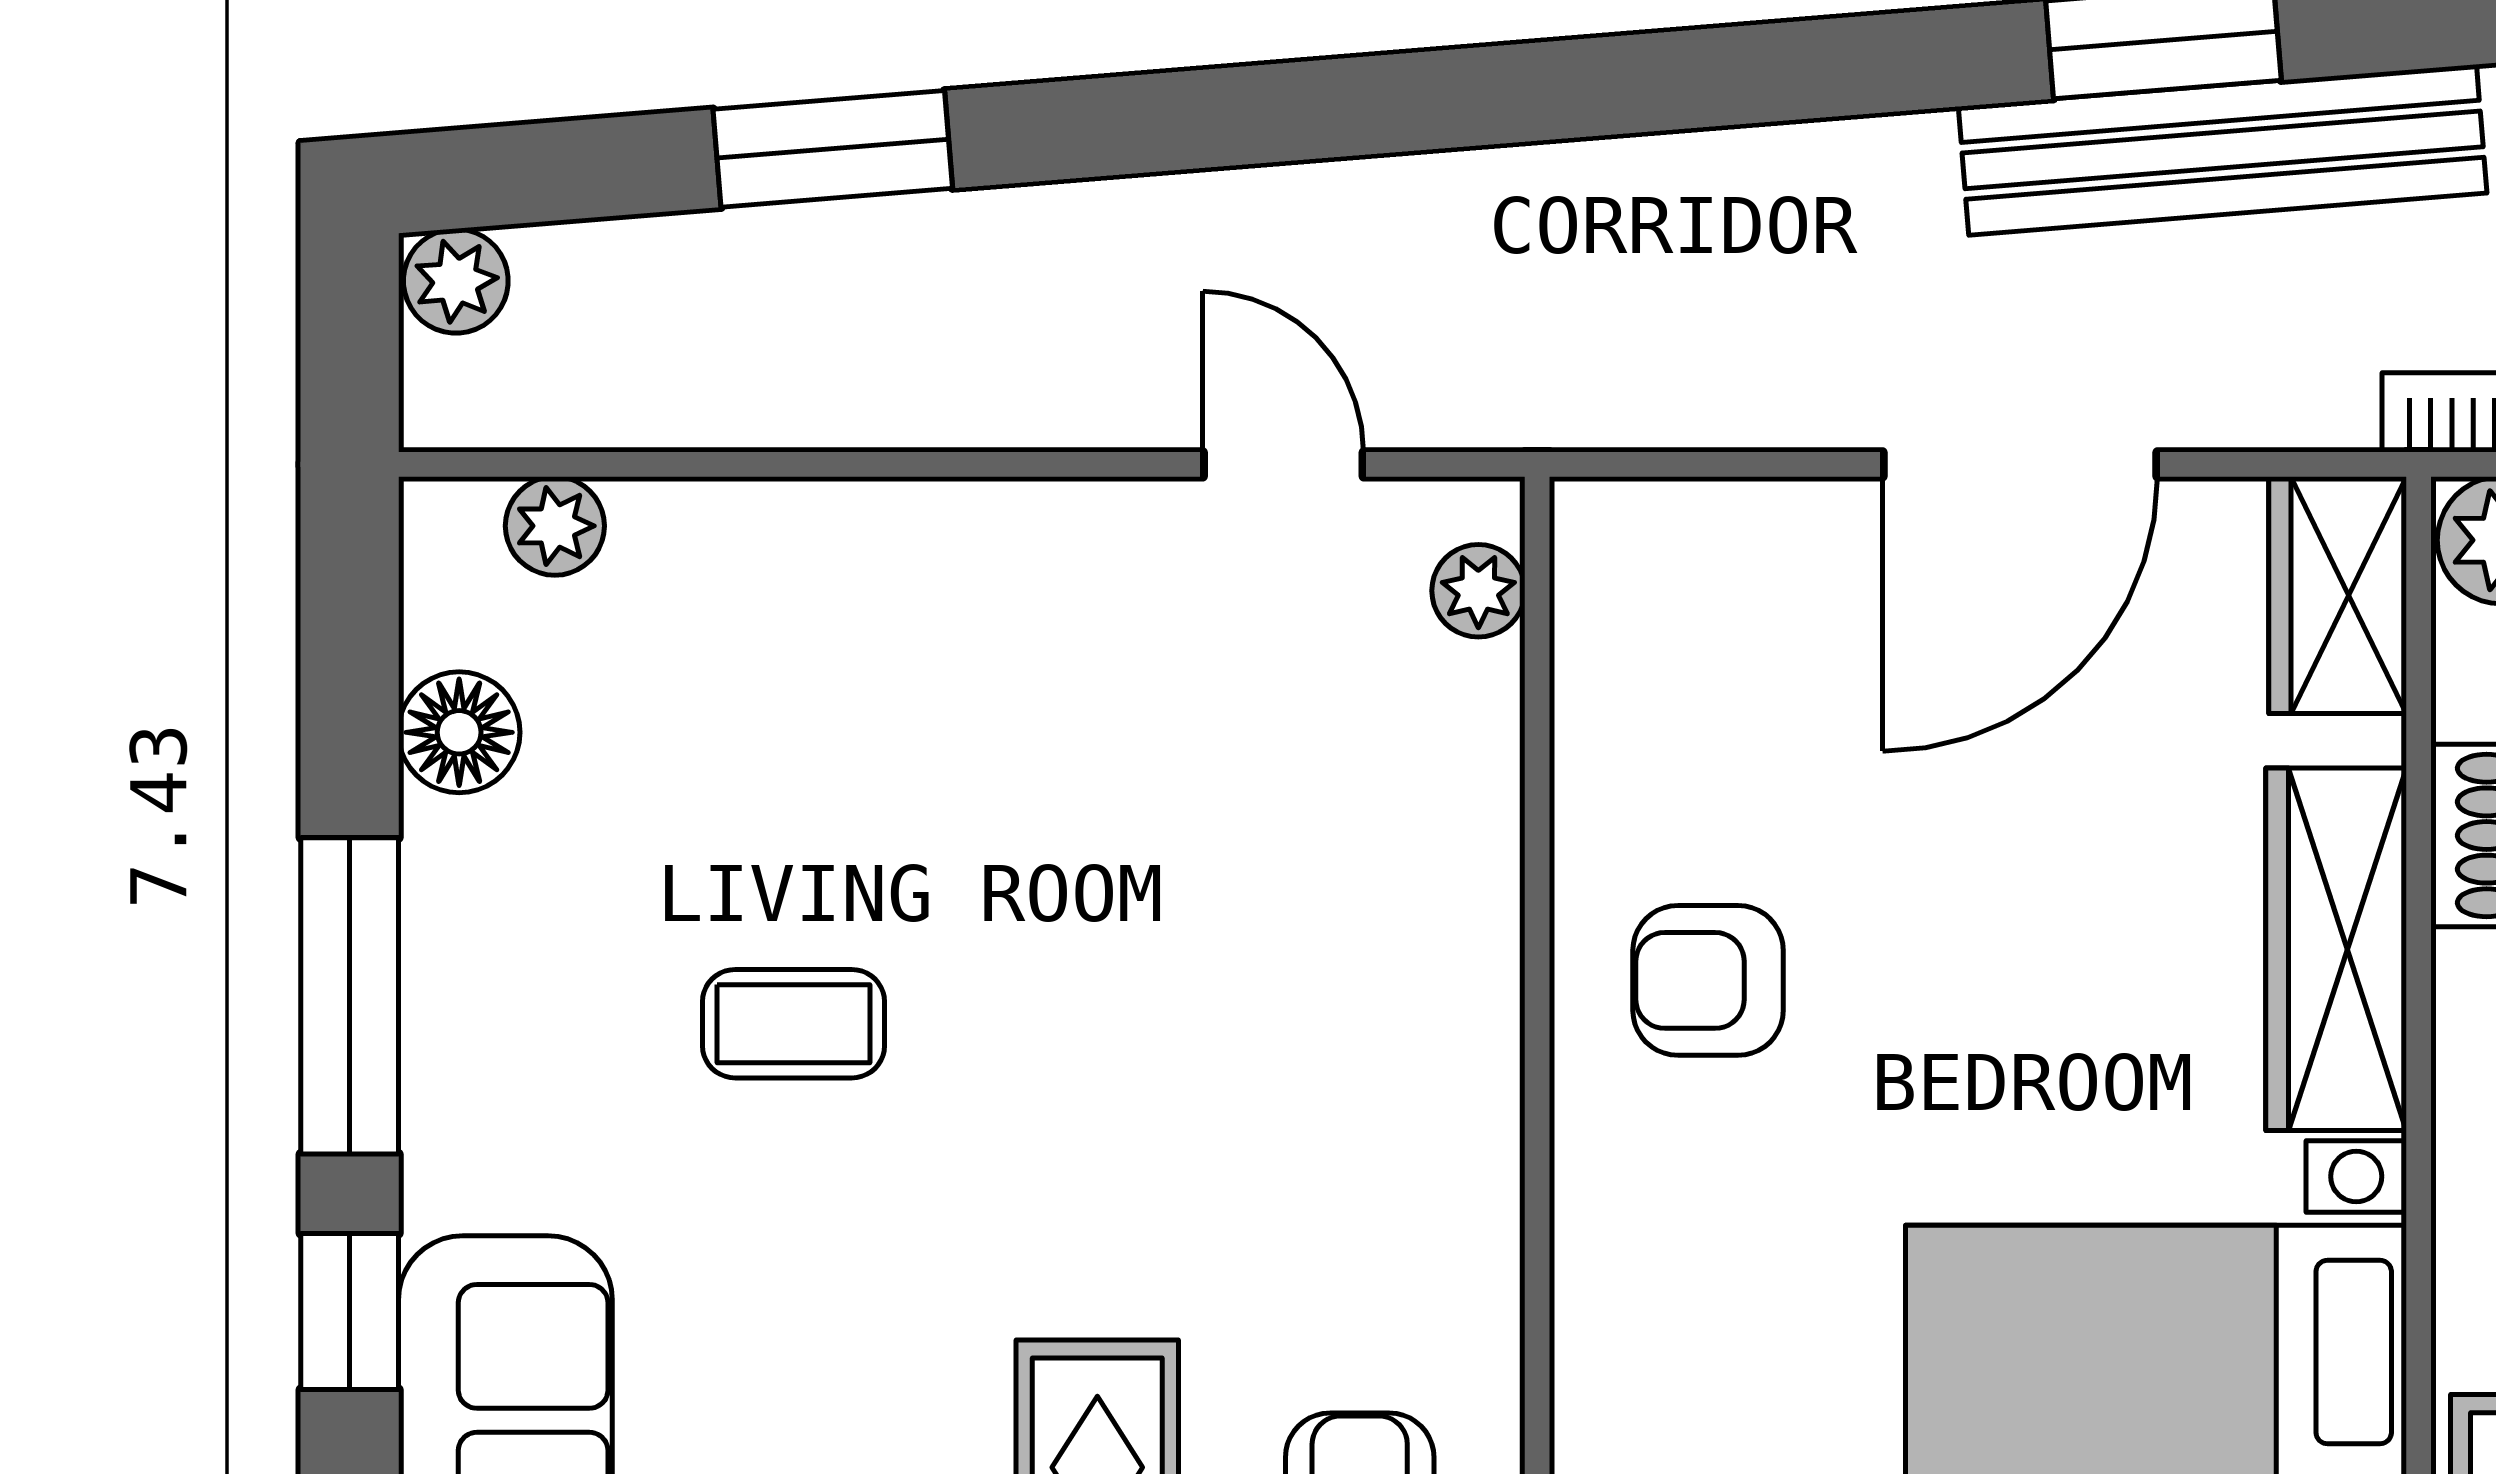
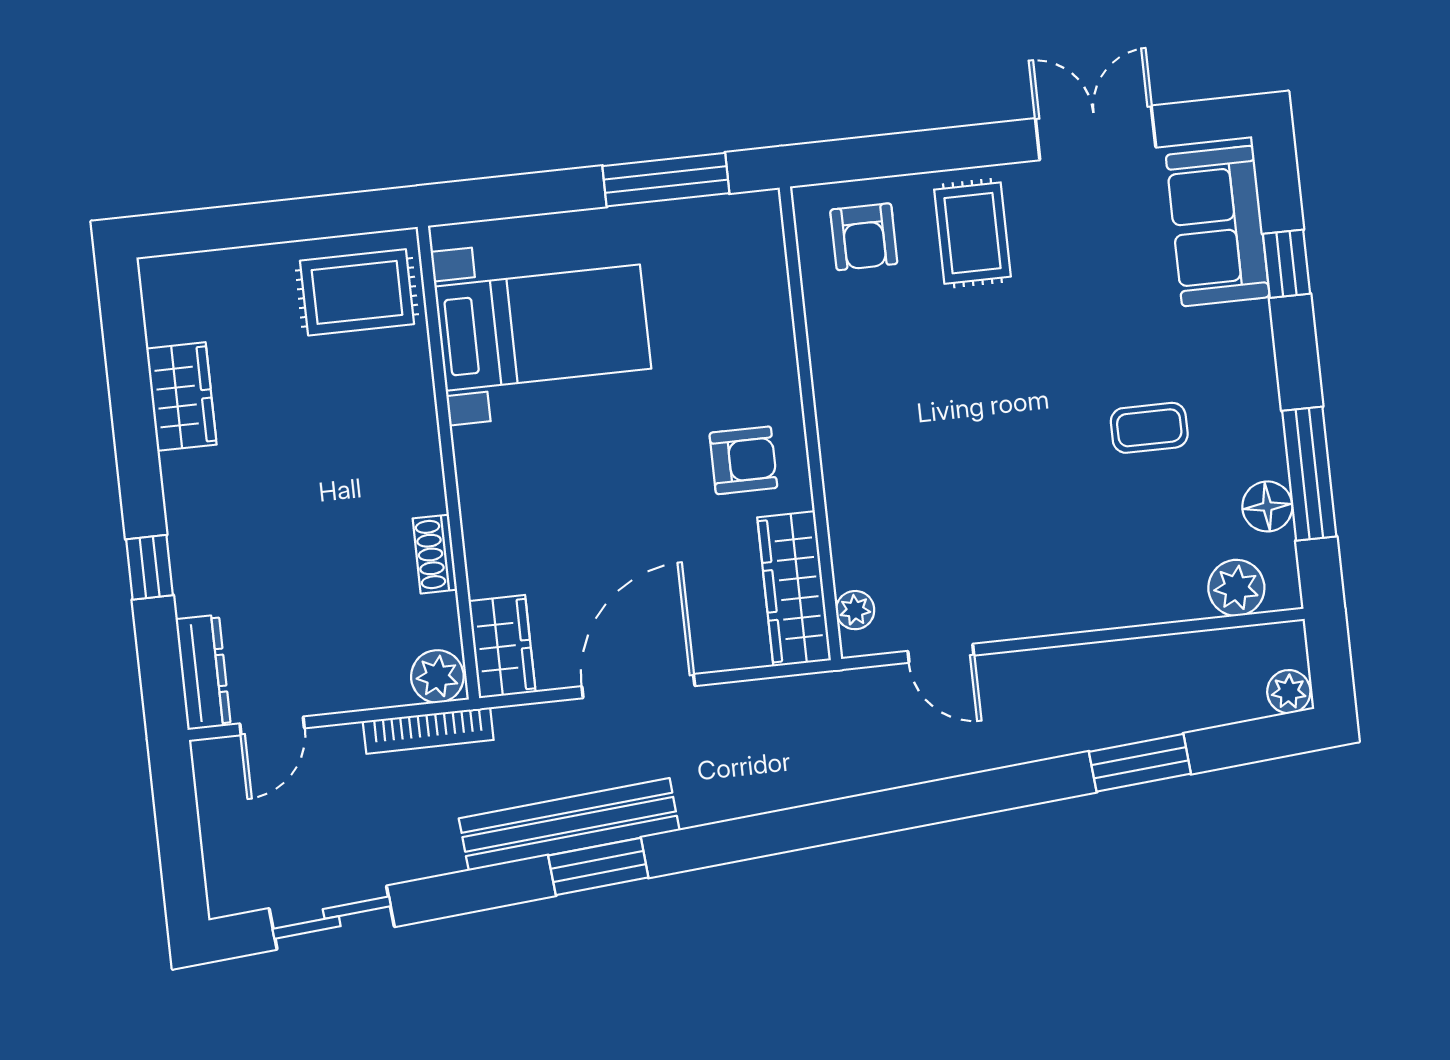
plant: (555, 526) -> (1236, 588), width x1.38, depth x1.38
wardrobe: (2336, 949) -> (794, 589), moved, turned 180
window: (350, 996) -> (1309, 474), moved
coffee table: (793, 1024) -> (1149, 428), moved

